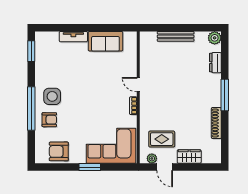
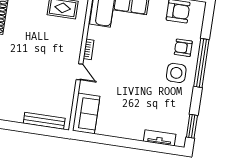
bench: (176, 36) -> (44, 121), moved
tv unit: (73, 37) -> (160, 138), moved
sofa: (105, 41) -> (86, 113), moved, turned 90

